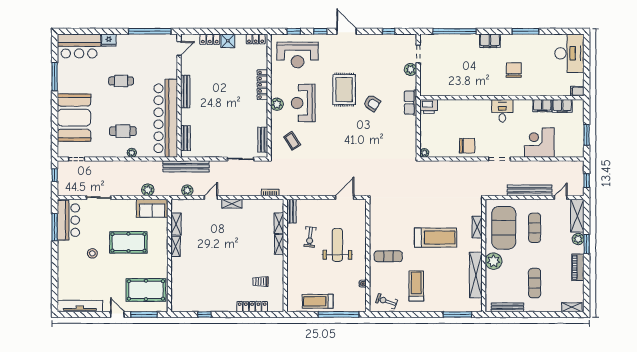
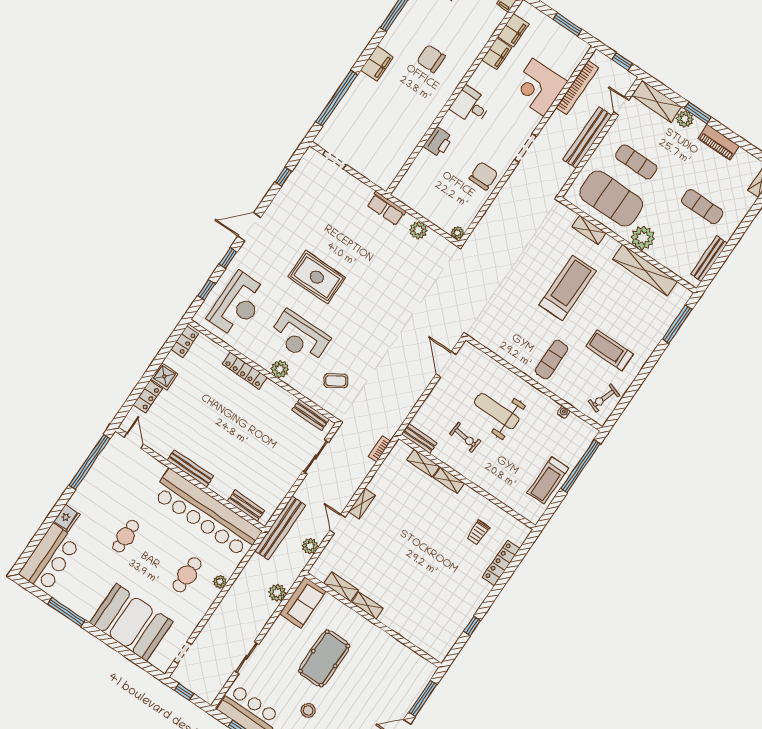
plant: (411, 69) -> (418, 230), moved
armchair: (372, 103) -> (356, 255), removed
printer: (429, 106) -> (438, 142), moved
bookcase: (554, 165) -> (577, 88), added
pool table: (146, 290) -> (395, 676), removed

